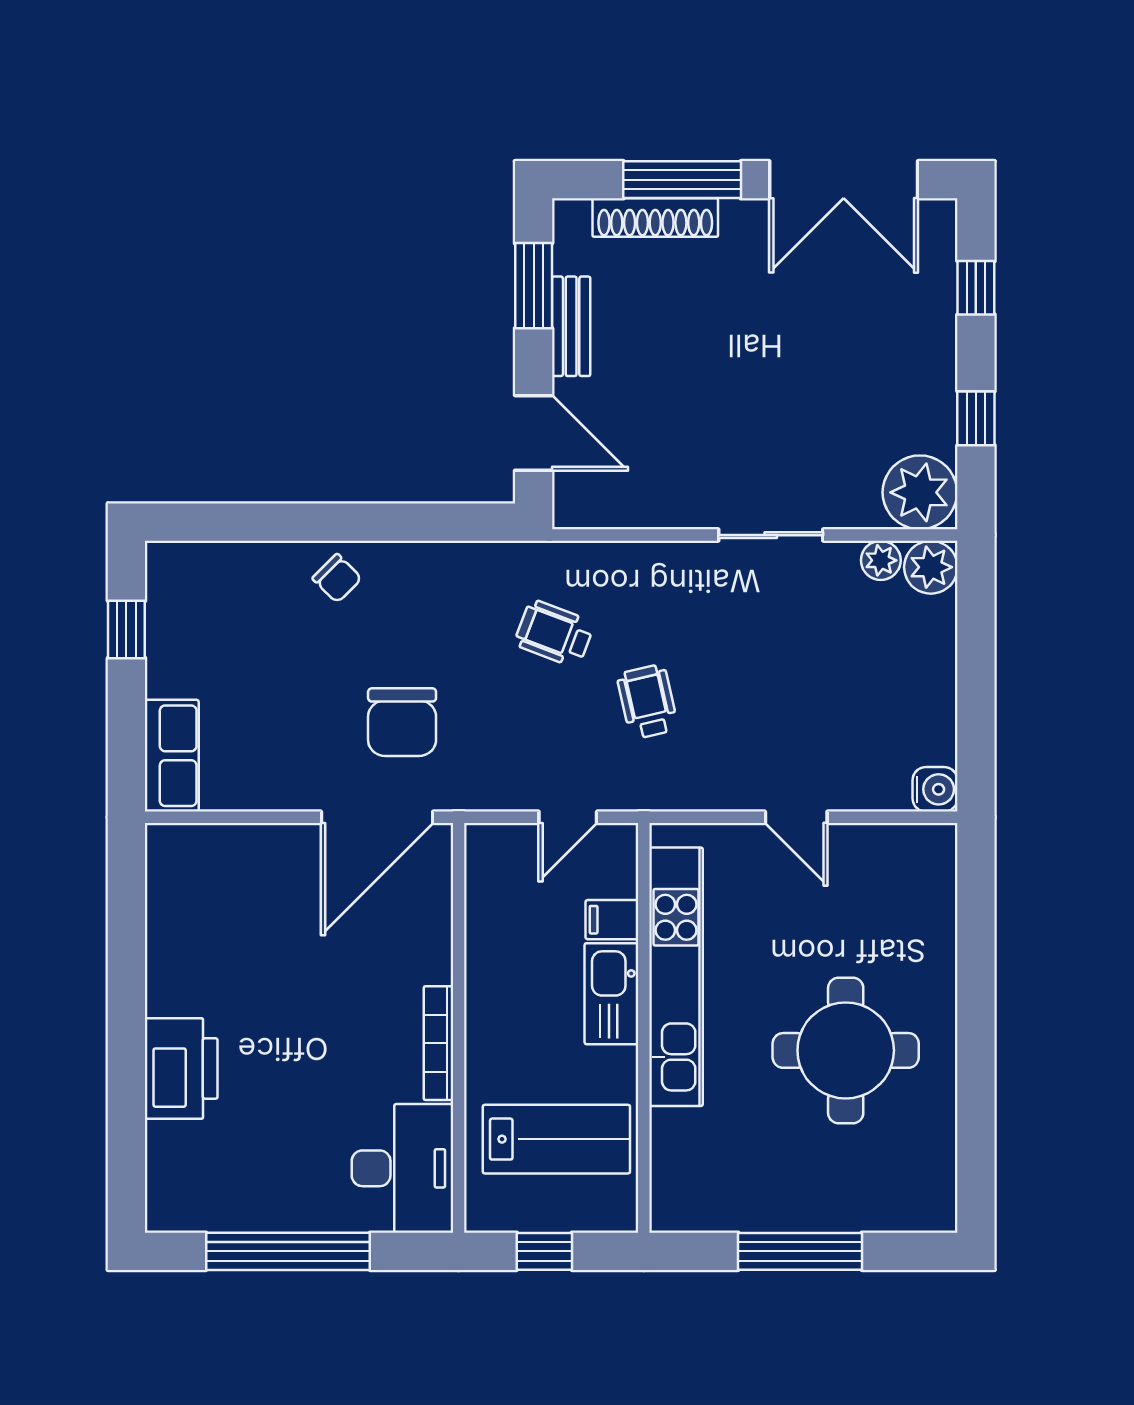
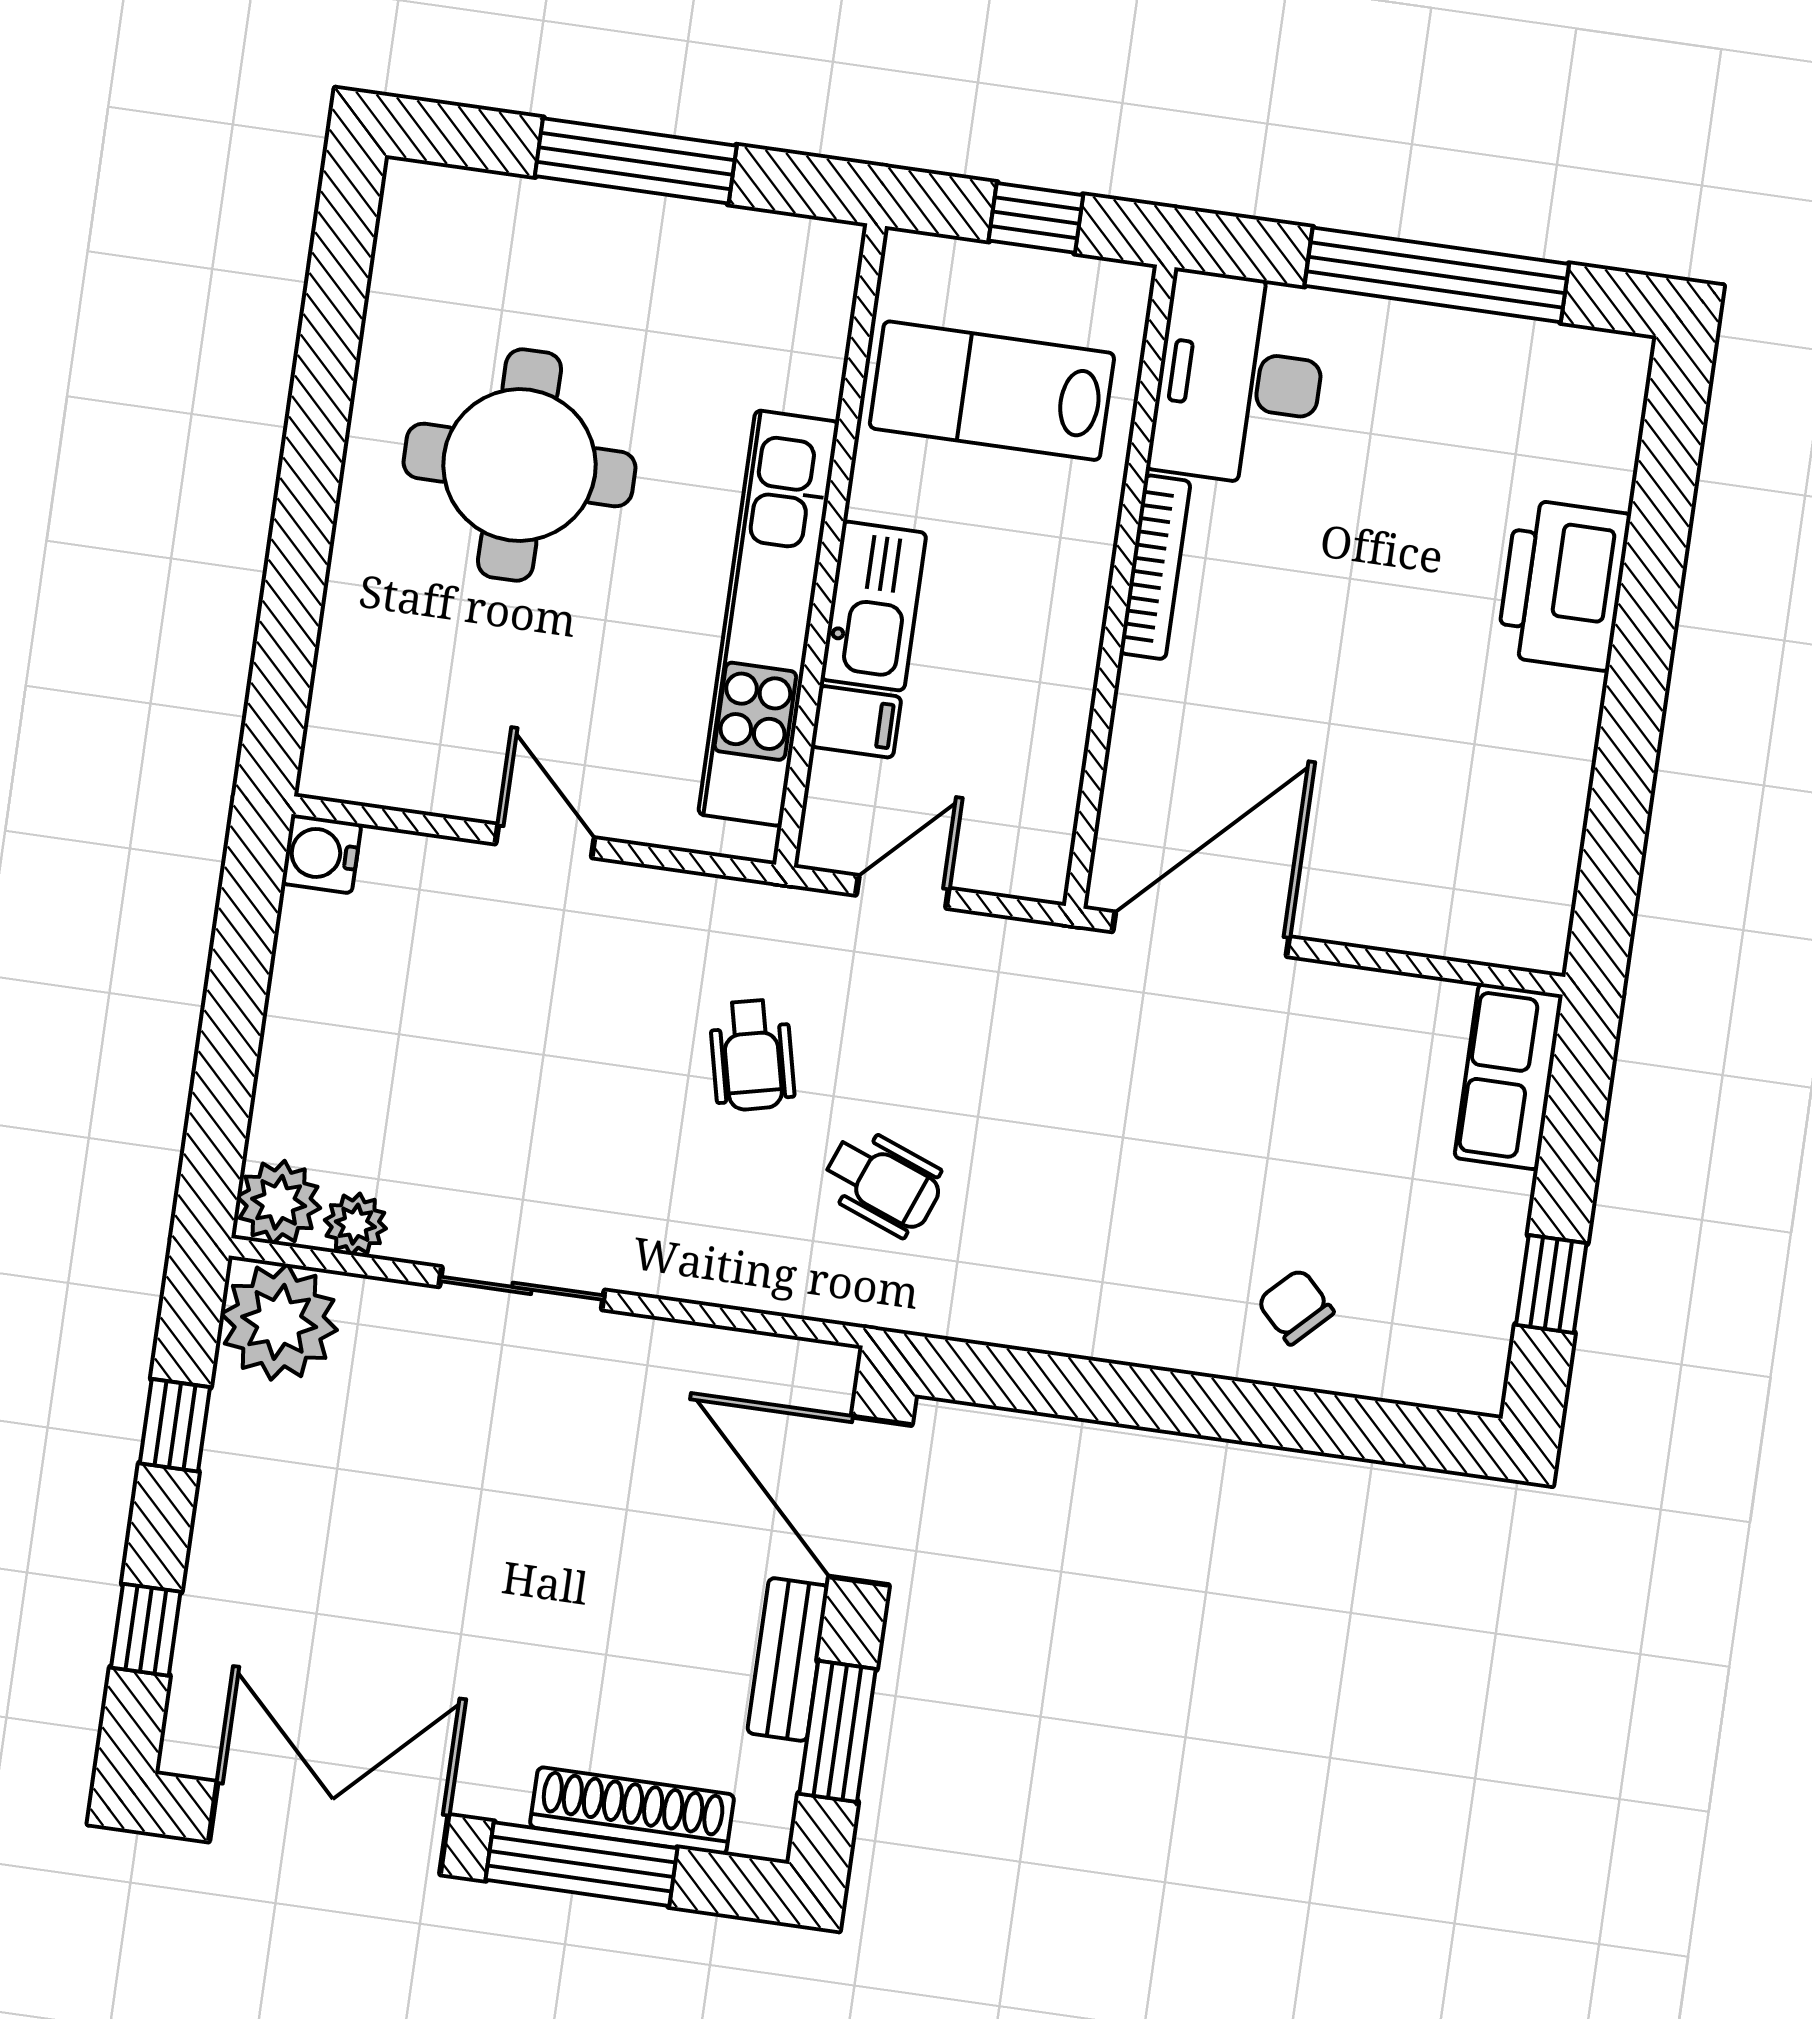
door: (534, 433) -> (870, 1501), width x1.36
chair: (337, 578) -> (1296, 1307), moved
chair: (402, 722) -> (1141, 1078), removed

